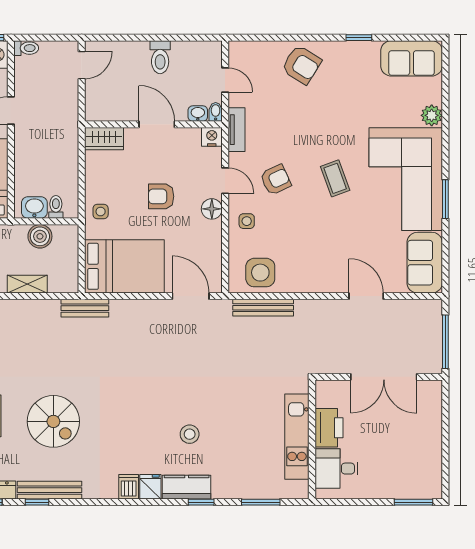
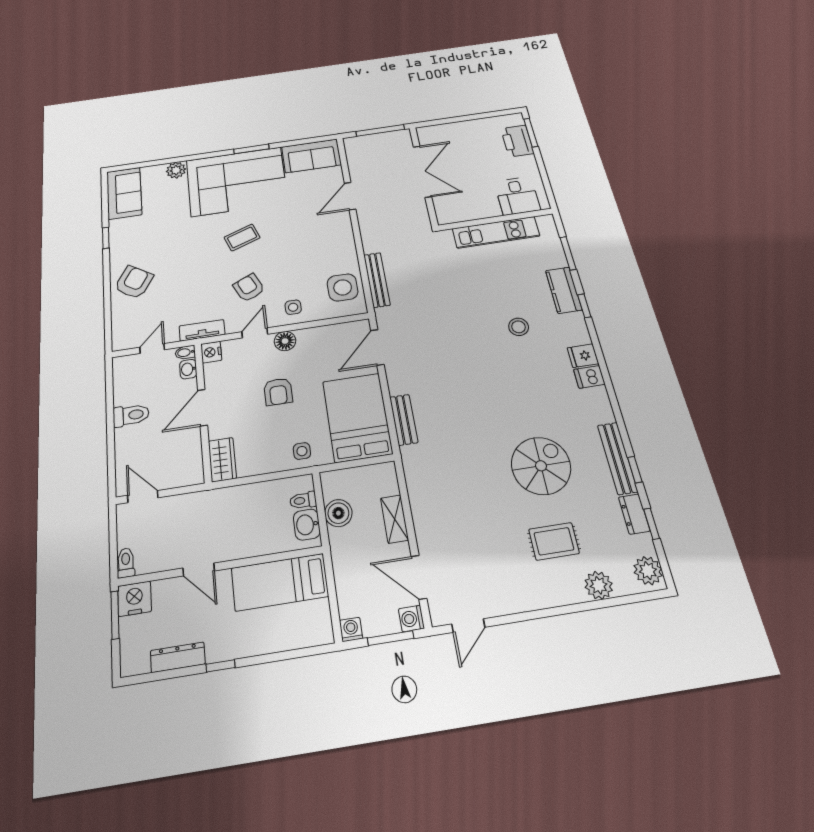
bench: (85, 308) -> (404, 420), moved
printer: (329, 428) -> (517, 141), moved, turned -90
kitchen counter: (187, 487) -> (564, 290), moved

